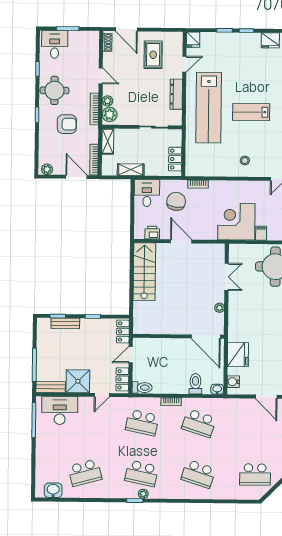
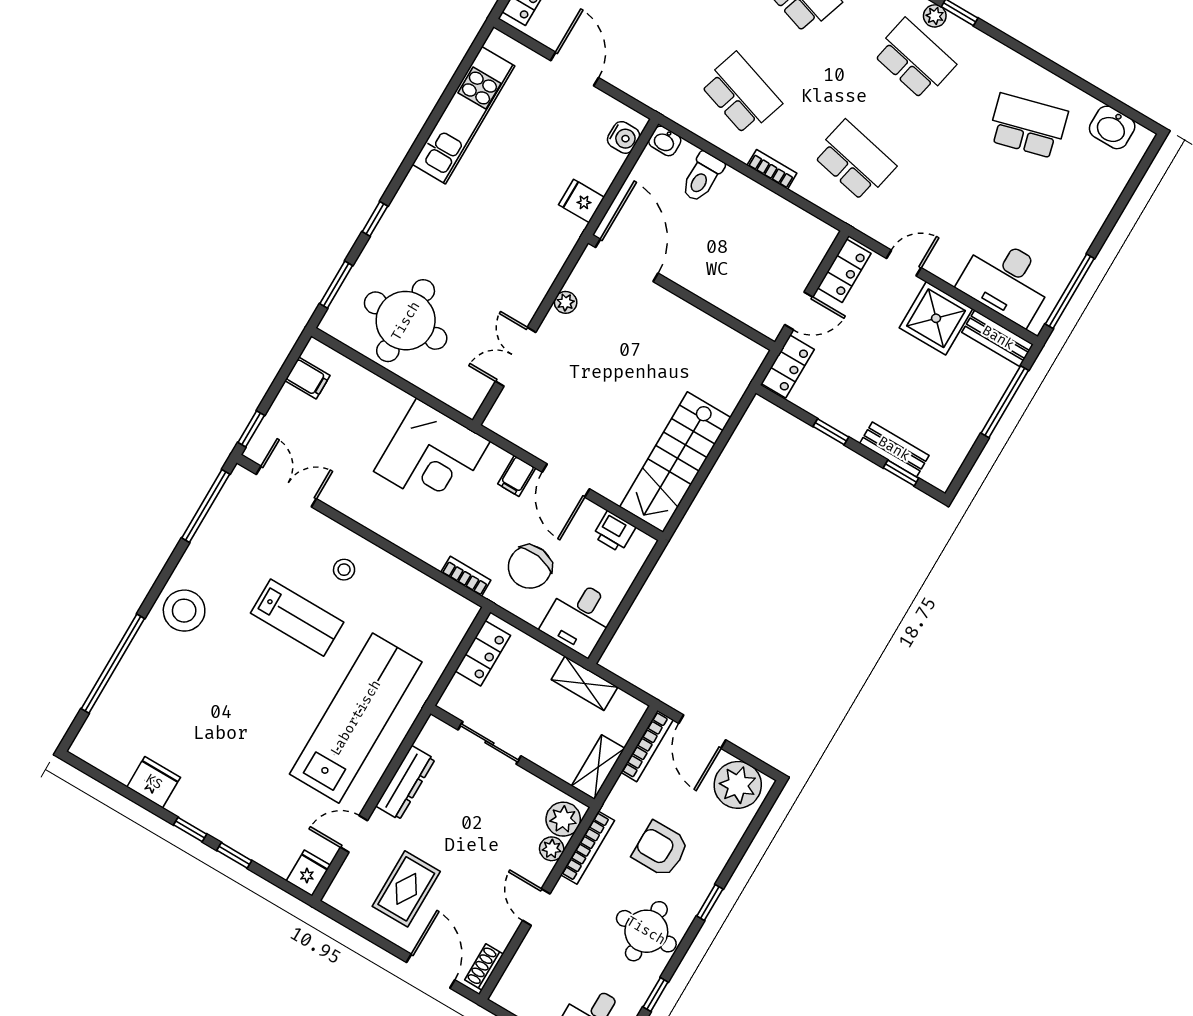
lab bench: (251, 112) -> (297, 618), moved
plant: (47, 169) -> (738, 785), width x1.87, depth x1.87
filing cabinet: (261, 233) -> (517, 476), moved
fridge: (238, 355) -> (581, 201), width x0.53, depth x0.75
toilet: (142, 388) -> (814, 231), removed

